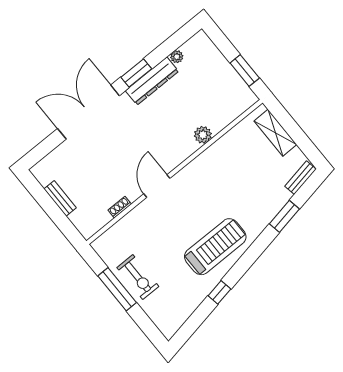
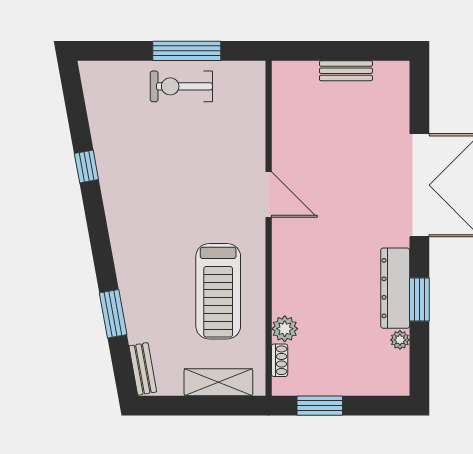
window: (136, 73) -> (419, 299), moved
plant: (203, 135) -> (285, 329), moved
shoe rack: (120, 207) -> (280, 360), moved
treadmill: (215, 247) -> (218, 291), moved

